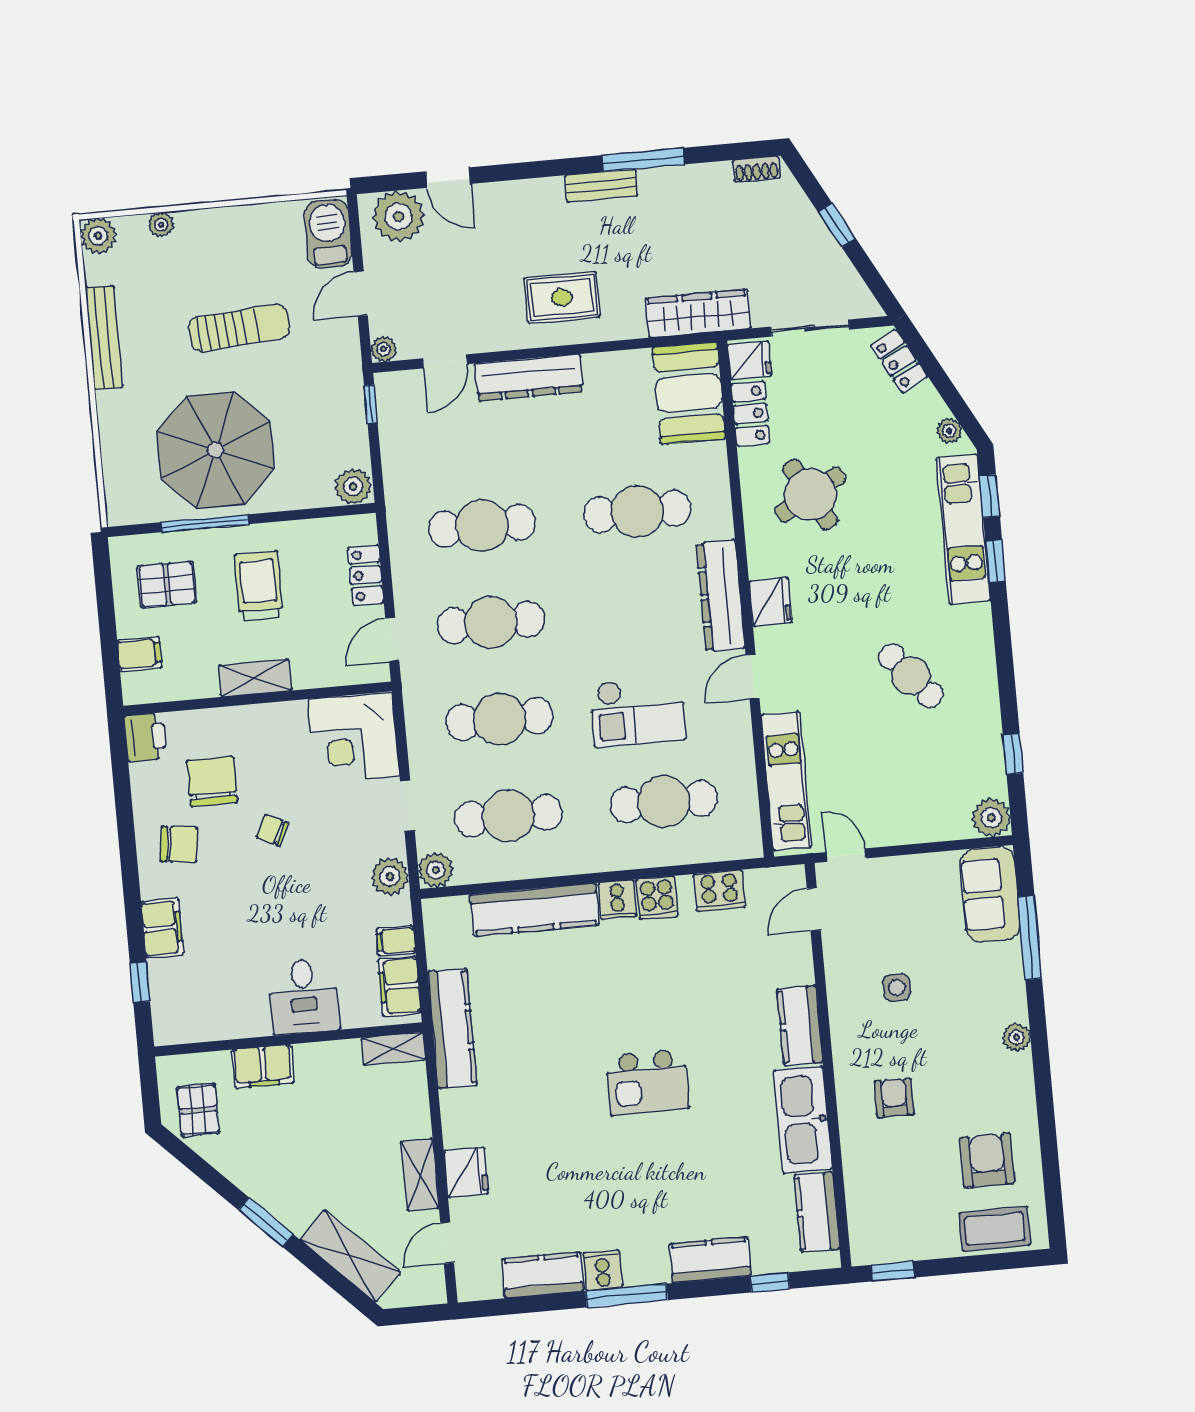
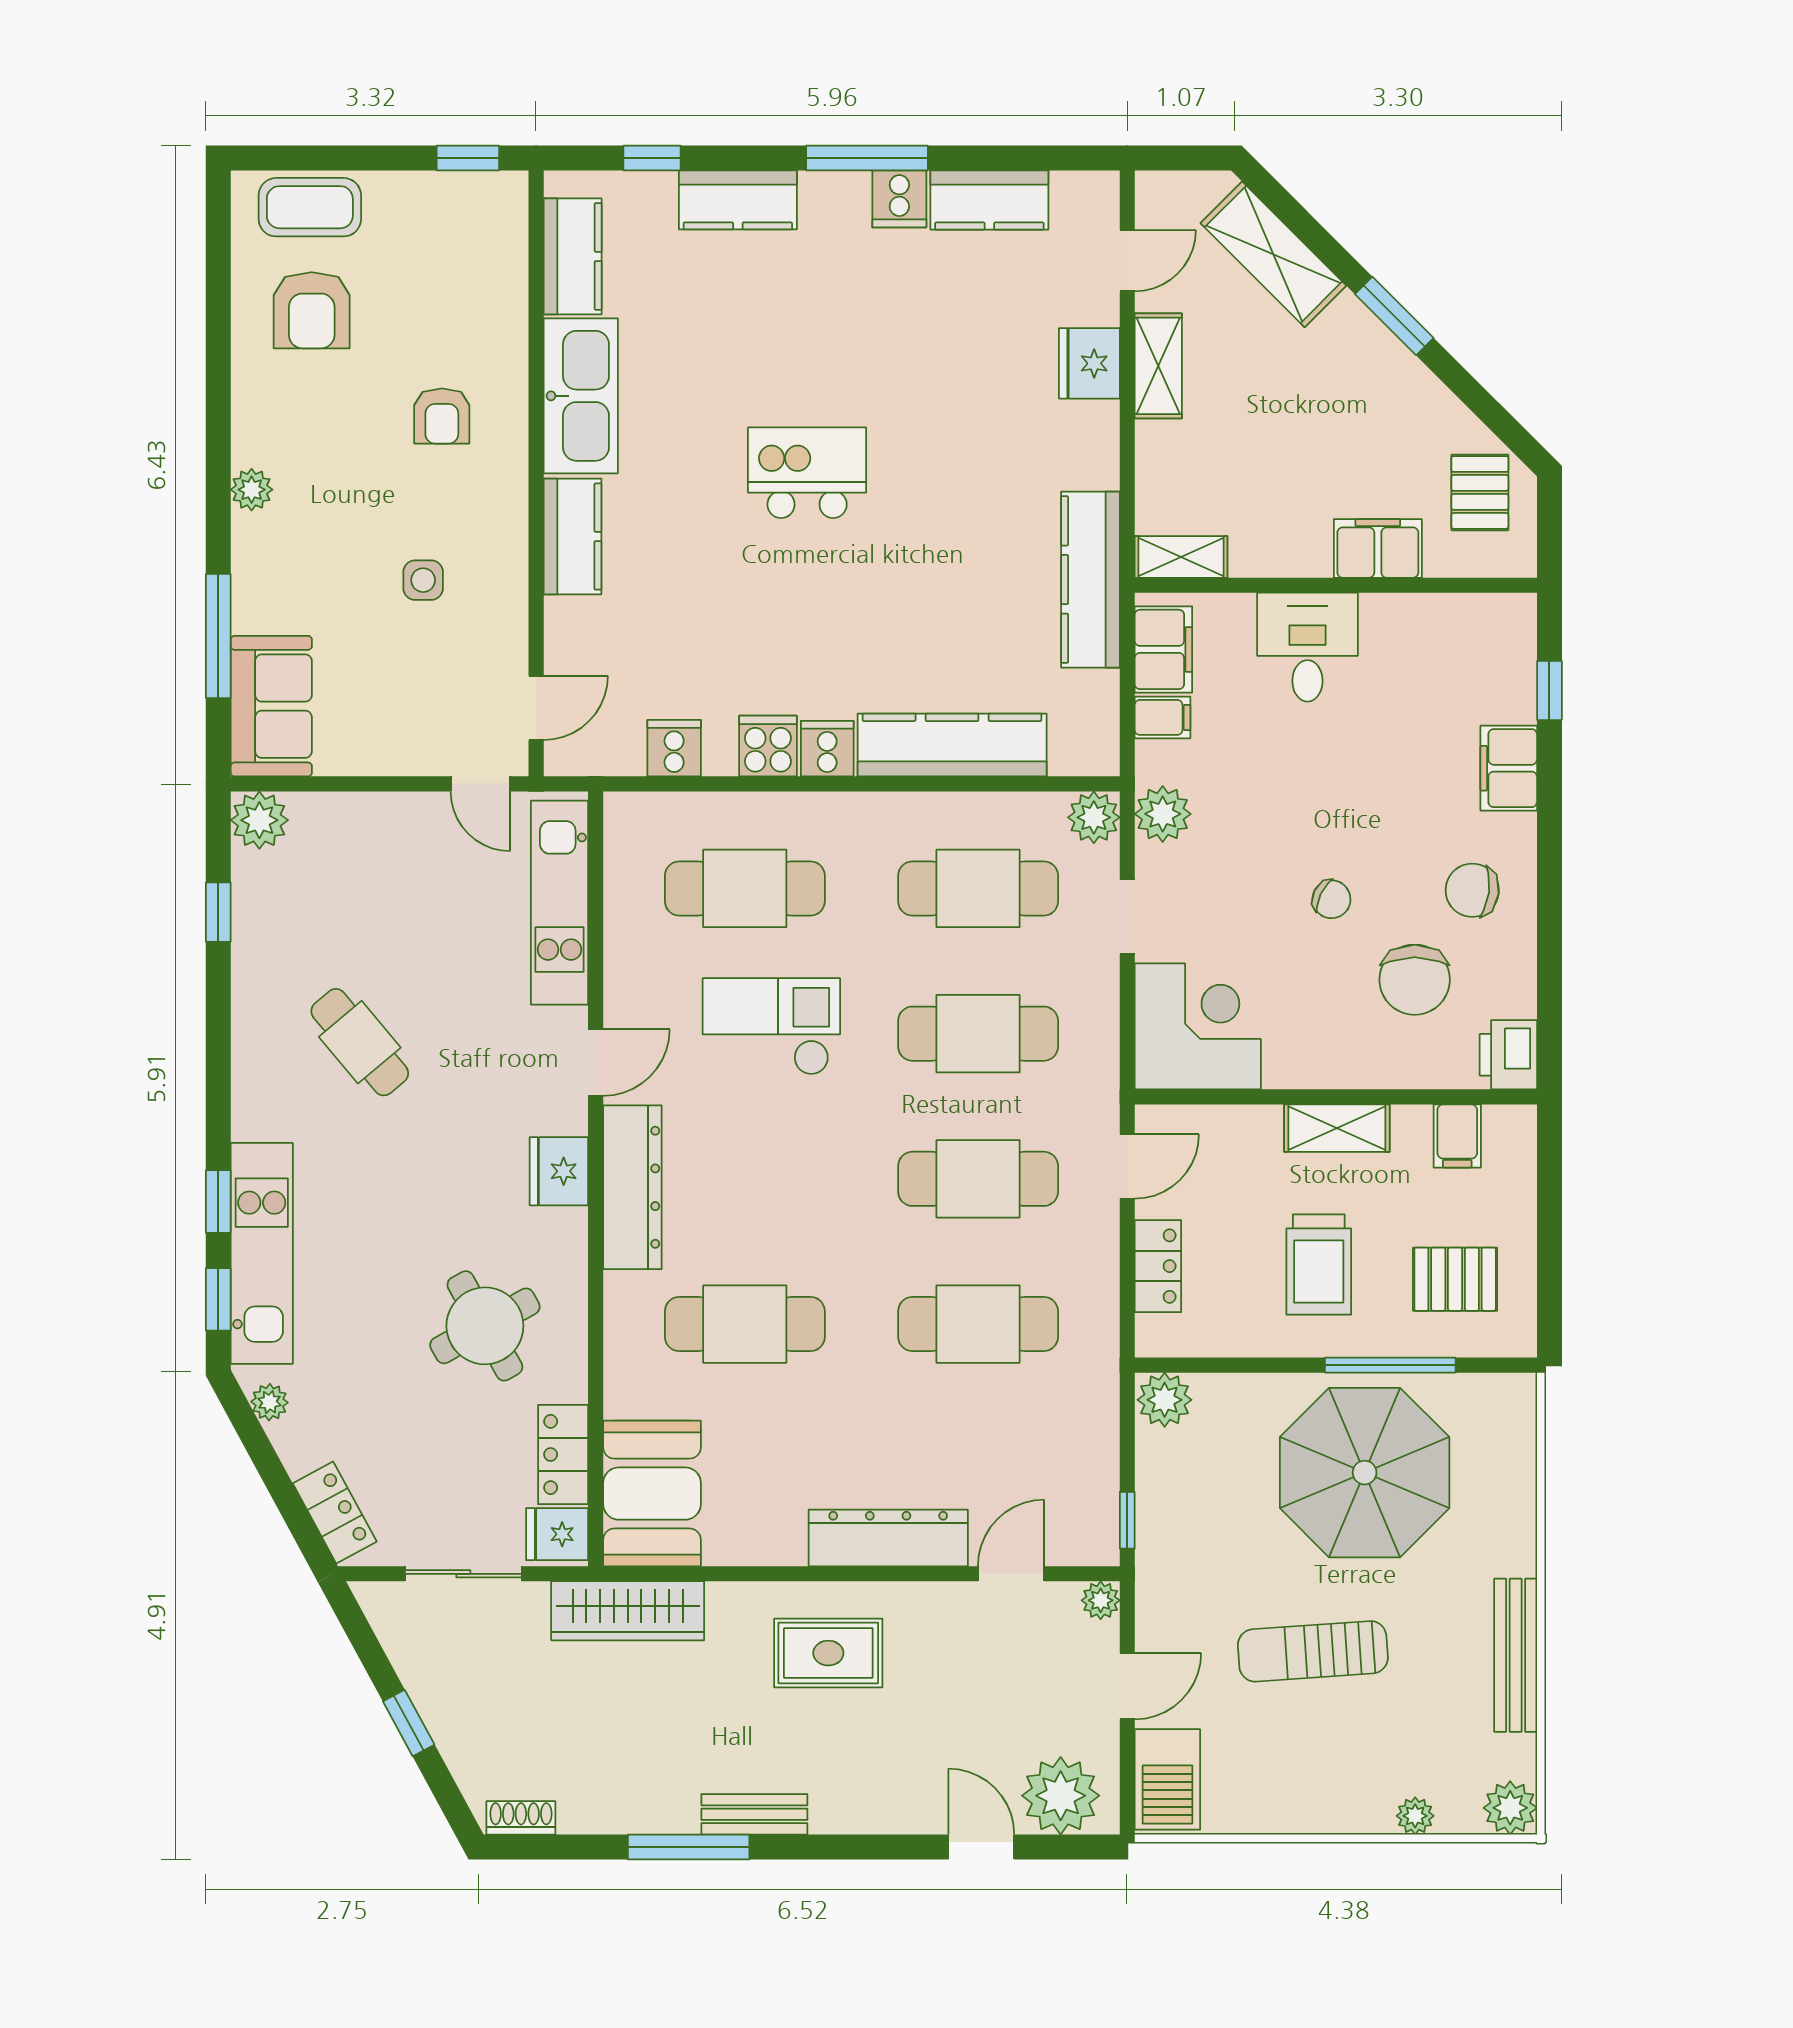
filing cabinet: (140, 654) -> (1457, 1136), moved, turned -90
cooker: (719, 891) -> (674, 748), width x0.73

